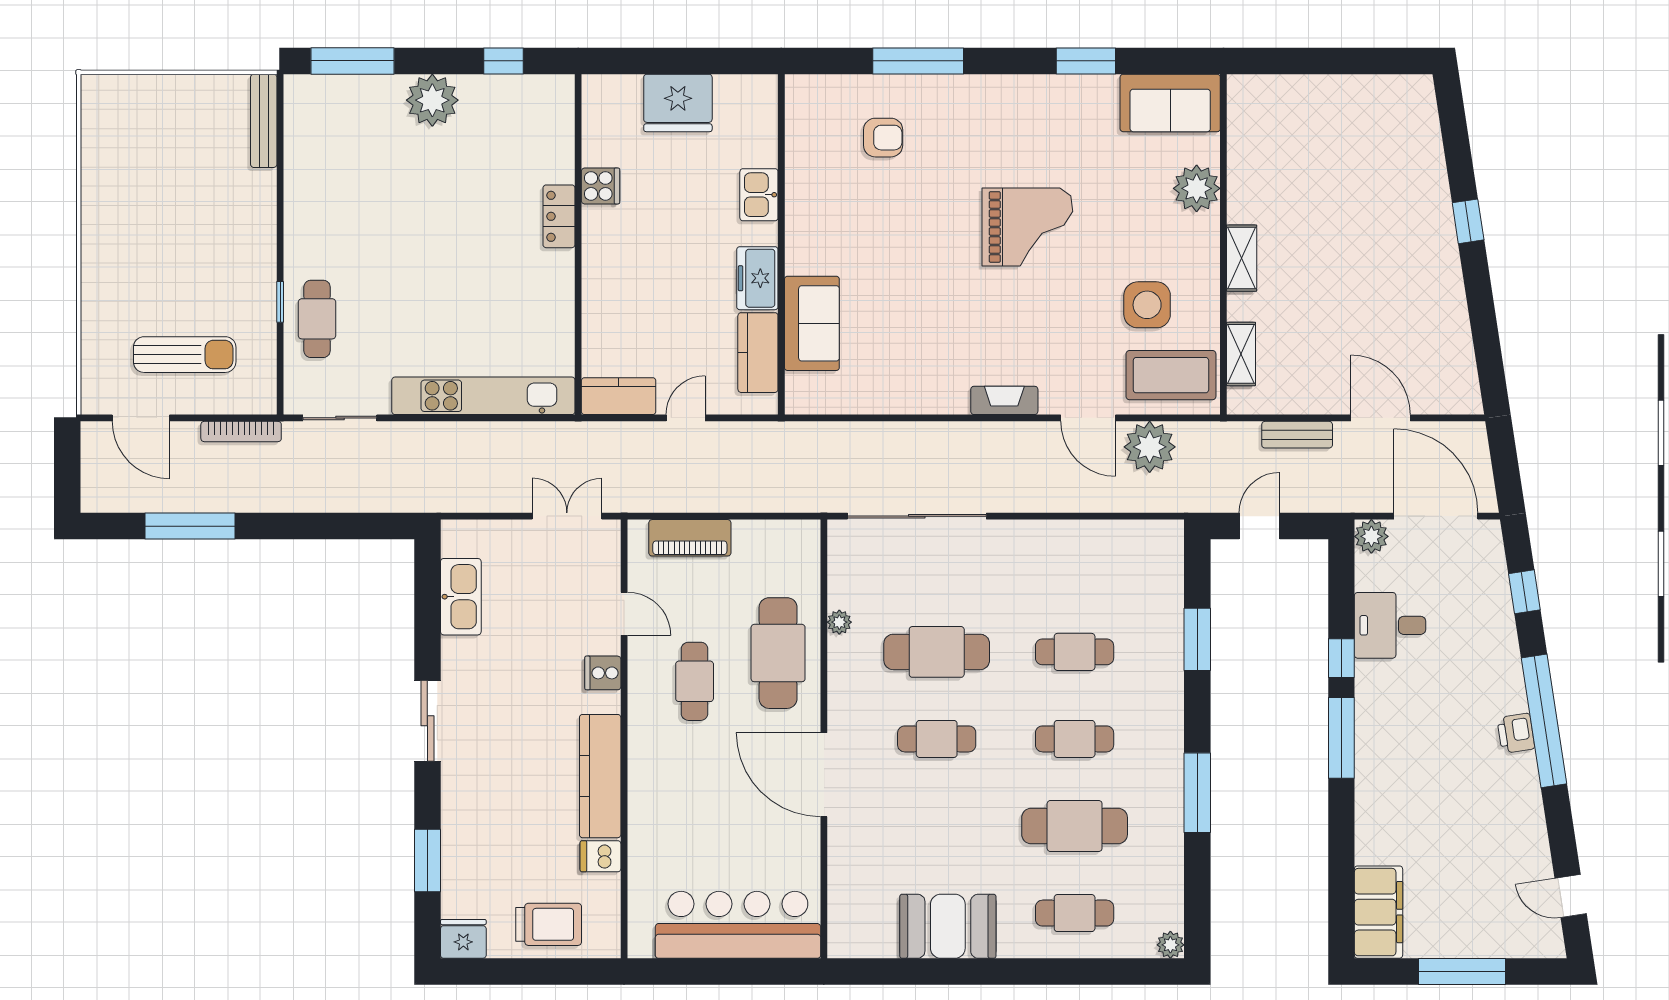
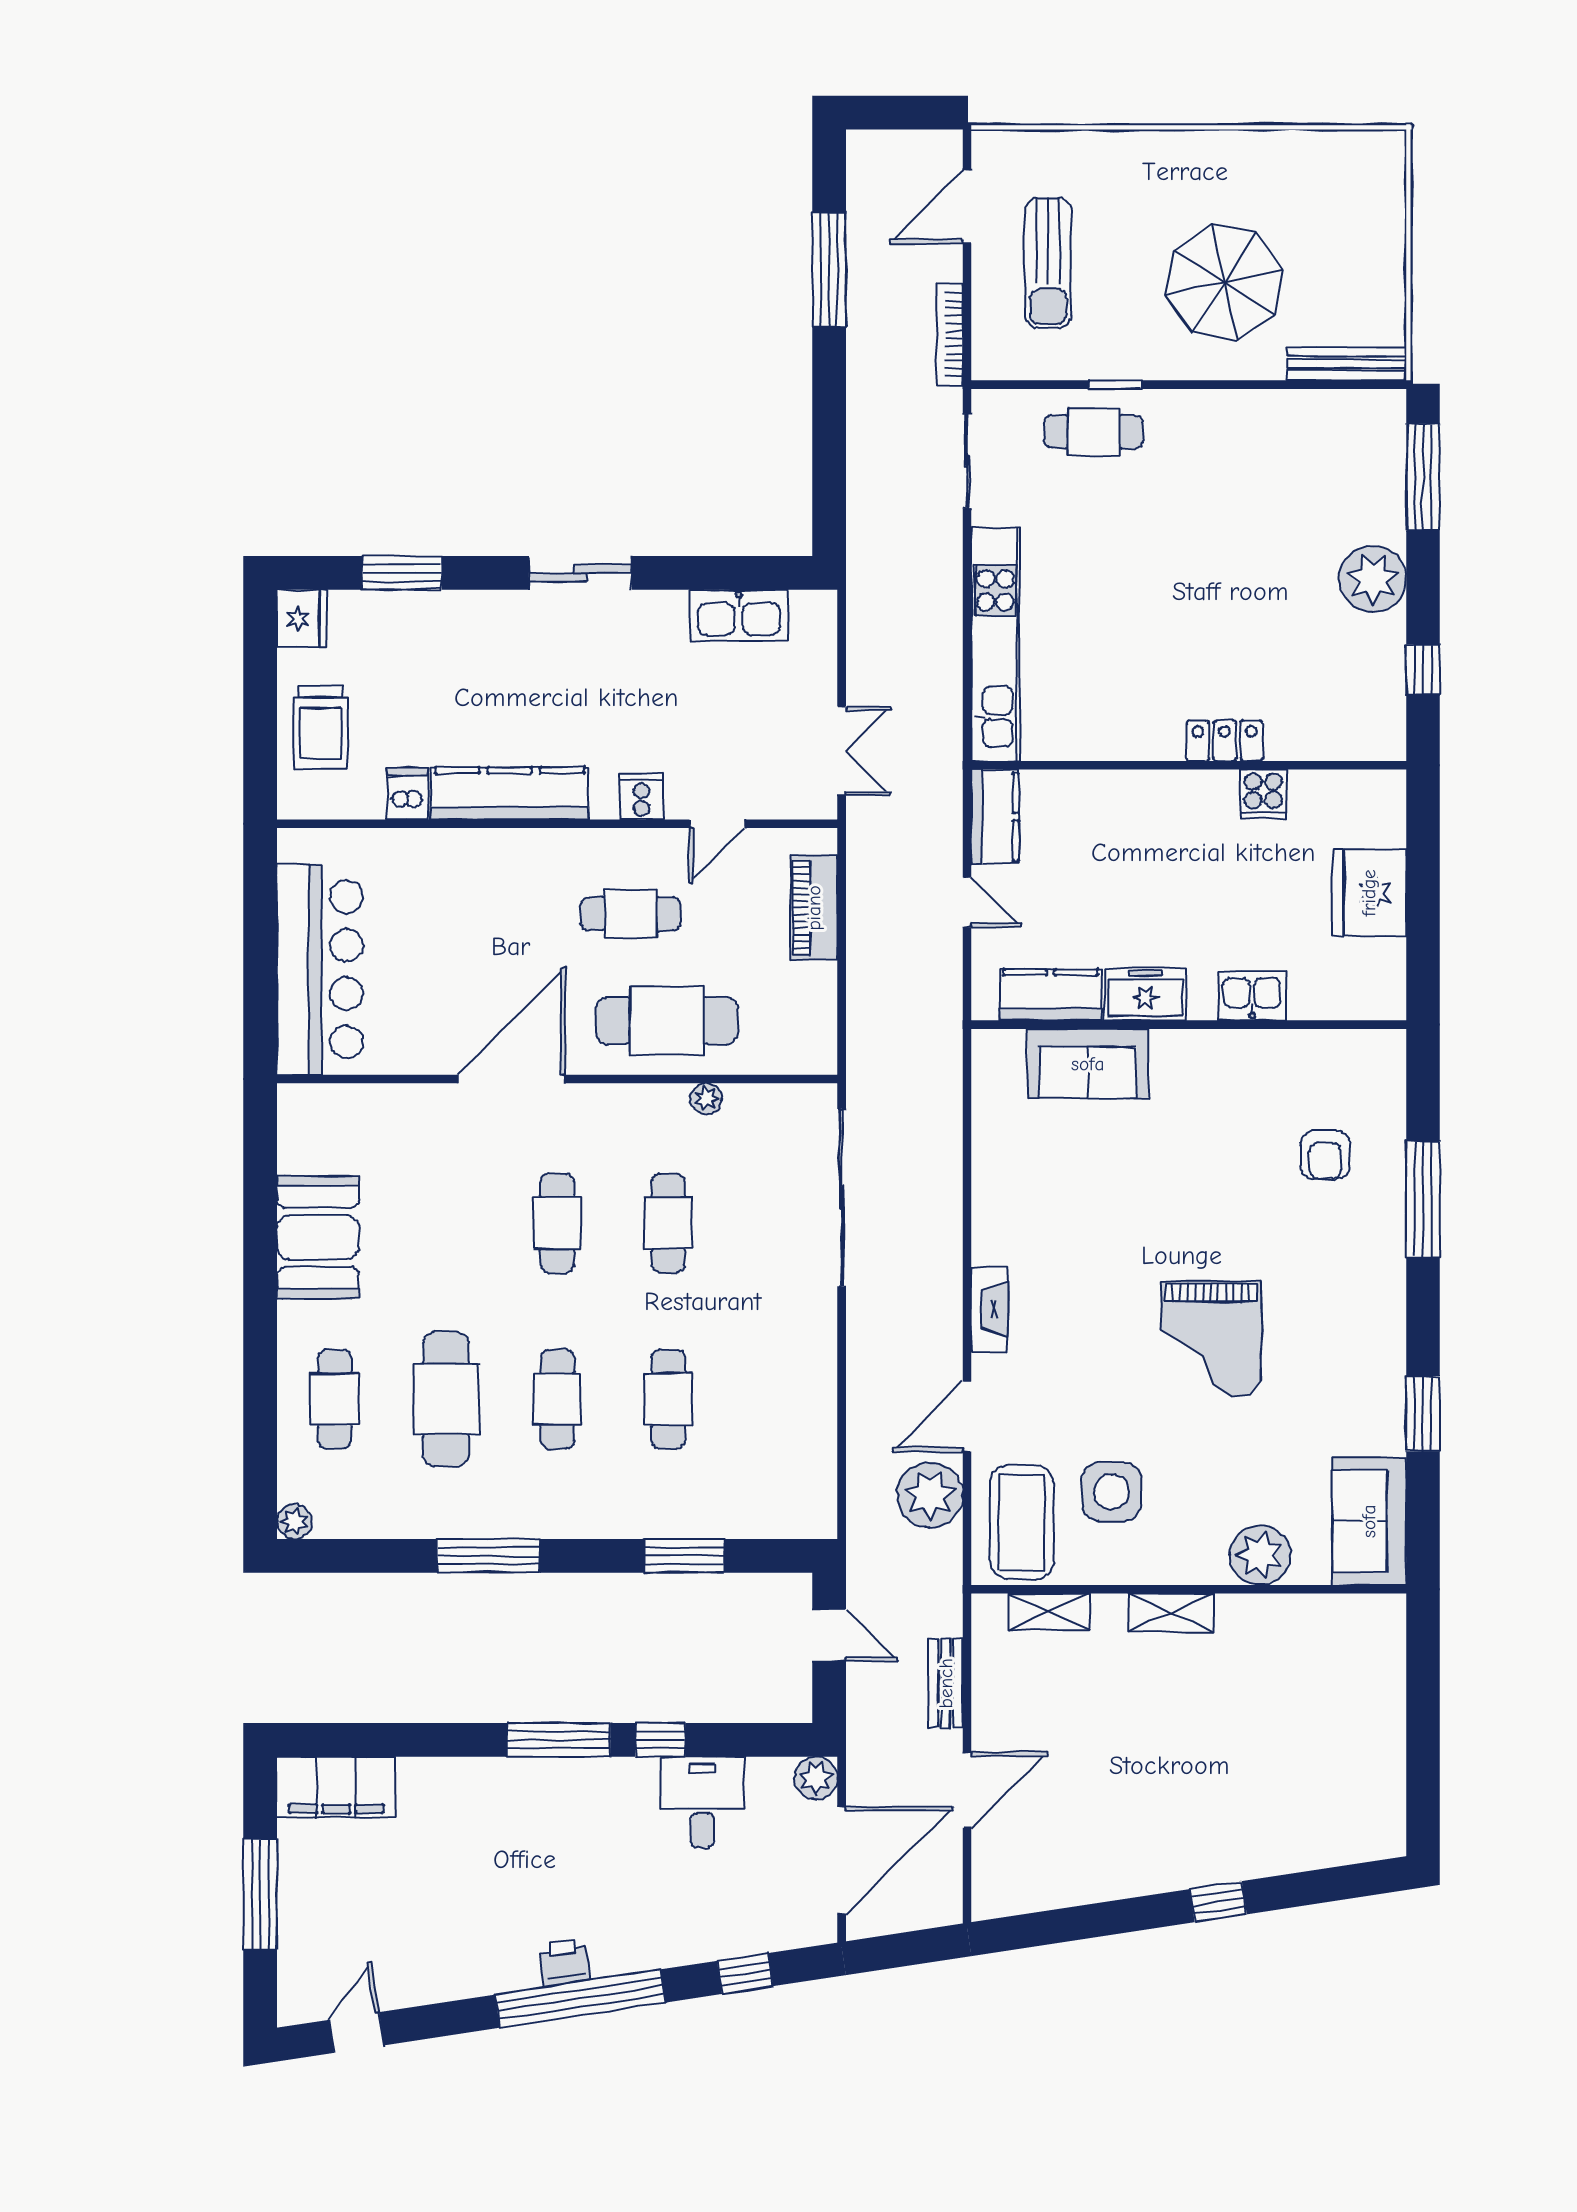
parasol: (200, 217) -> (1224, 282), added
cafe table: (937, 652) -> (668, 1223), width x0.73, depth x0.74

